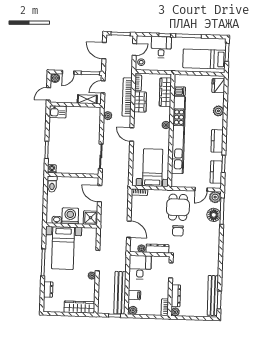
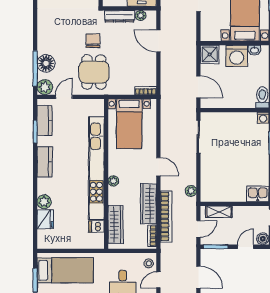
fridge: (218, 86) -> (45, 219), moved
wardrobe: (140, 102) -> (148, 204), width x1.50

